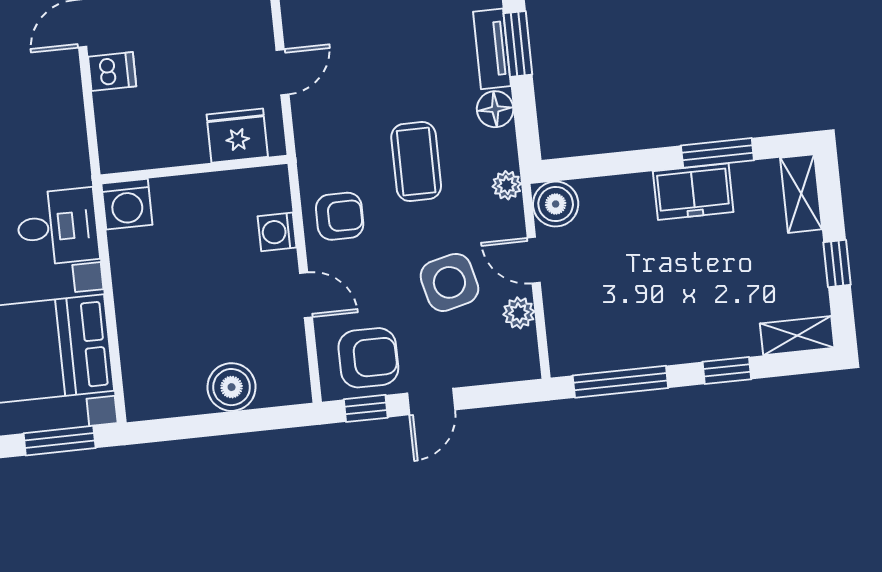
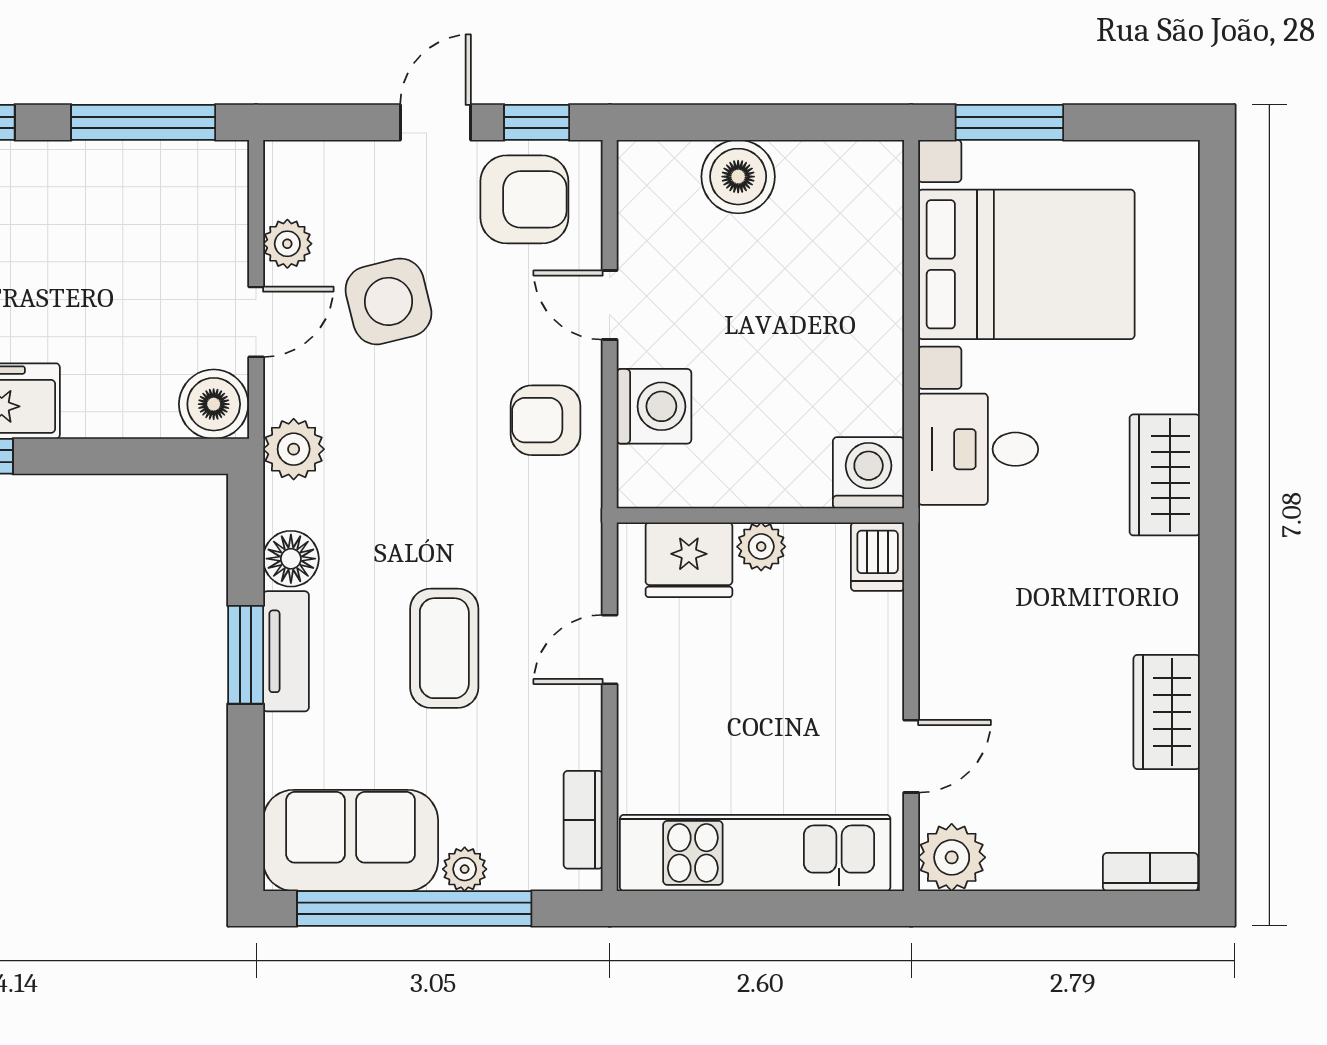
dishwasher: (112, 72) -> (878, 557), moved, turned -90
plant: (191, 149) -> (761, 547), added
coffee table: (416, 162) -> (444, 648), moved
plant: (507, 185) -> (294, 449), width x1.38, depth x1.38
washing machine: (277, 232) -> (654, 406), width x1.38, depth x1.38
door: (534, 260) -> (256, 322), hinge flipped
armchair: (368, 358) -> (524, 199), turned 180

